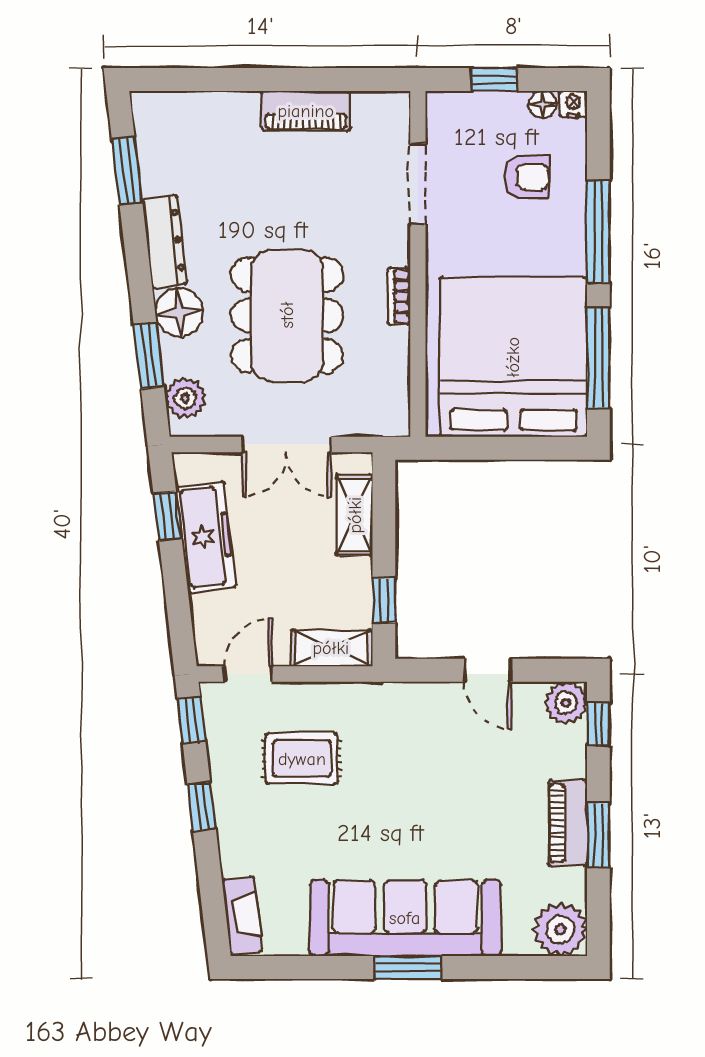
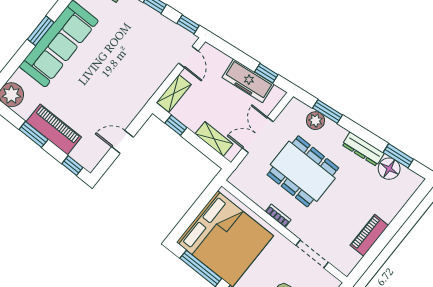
floor lamp: (179, 312) -> (389, 169), moved
plant: (185, 398) -> (316, 121), moved
plant: (566, 703) -> (89, 160), removed
rug: (302, 759) -> (144, 52), removed
piano: (568, 823) -> (54, 129), width x1.37, depth x1.33

